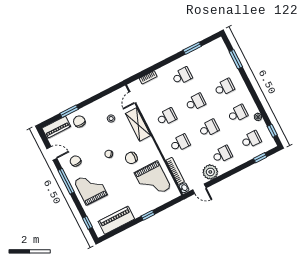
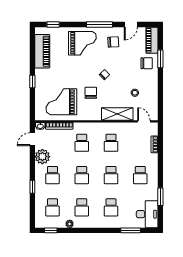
desk: (214, 52) -> (147, 214), added
window: (260, 158) -> (32, 187), moved

